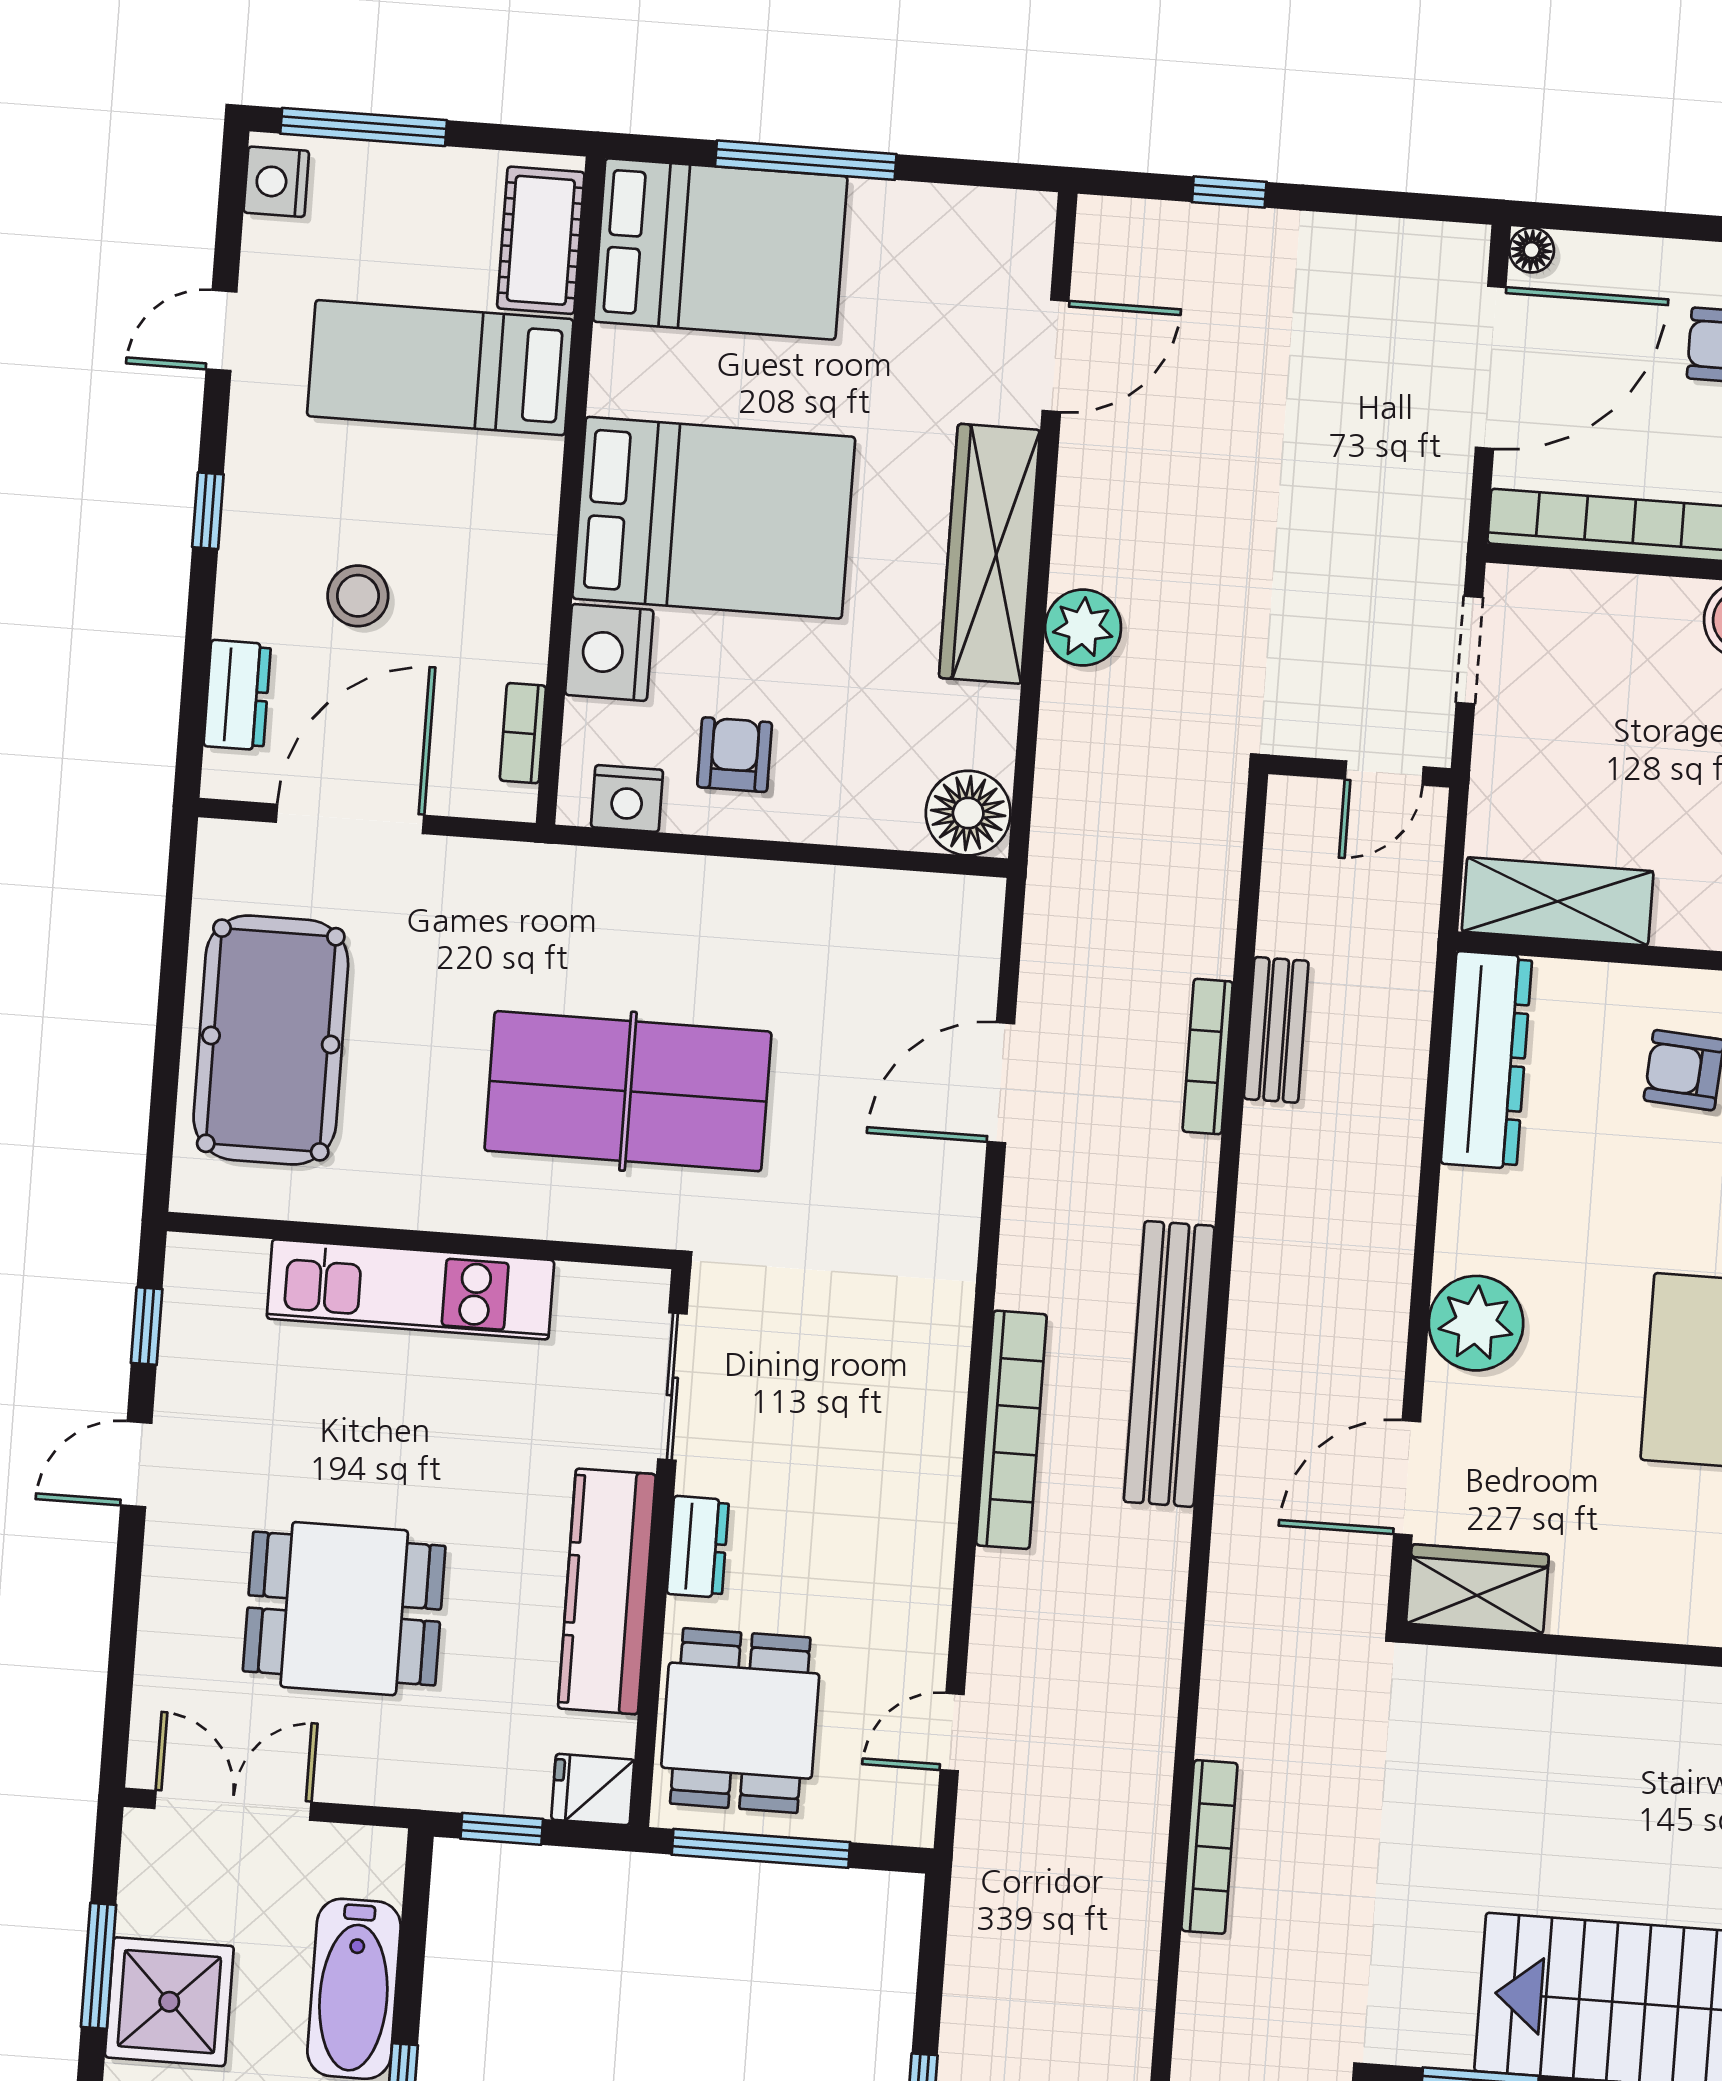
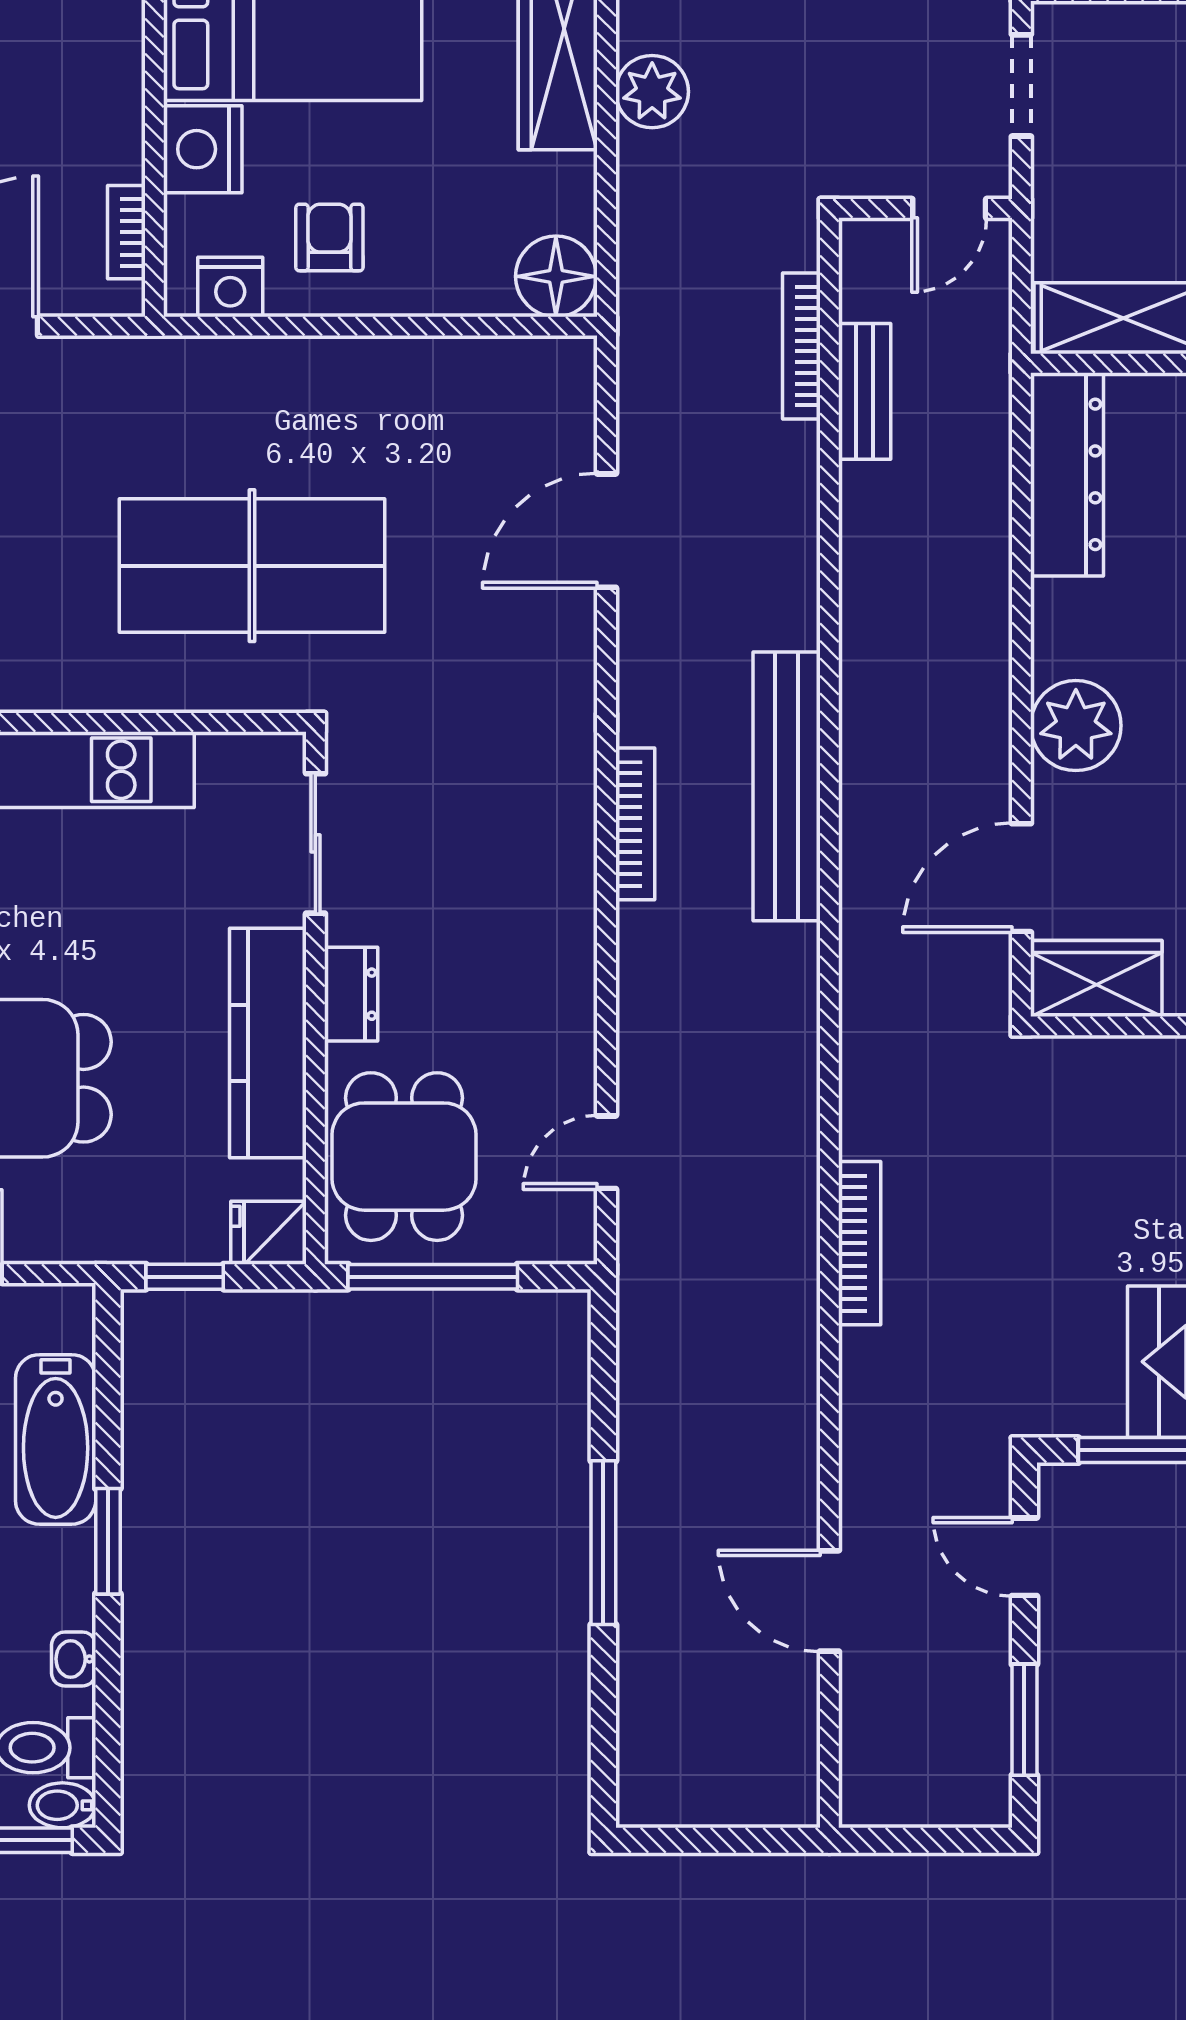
bench: (1276, 1030) -> (865, 391), moved
bookcase: (1208, 1057) -> (801, 346), moved
bookcase: (1011, 1430) -> (635, 824), width x0.68, depth x0.76

